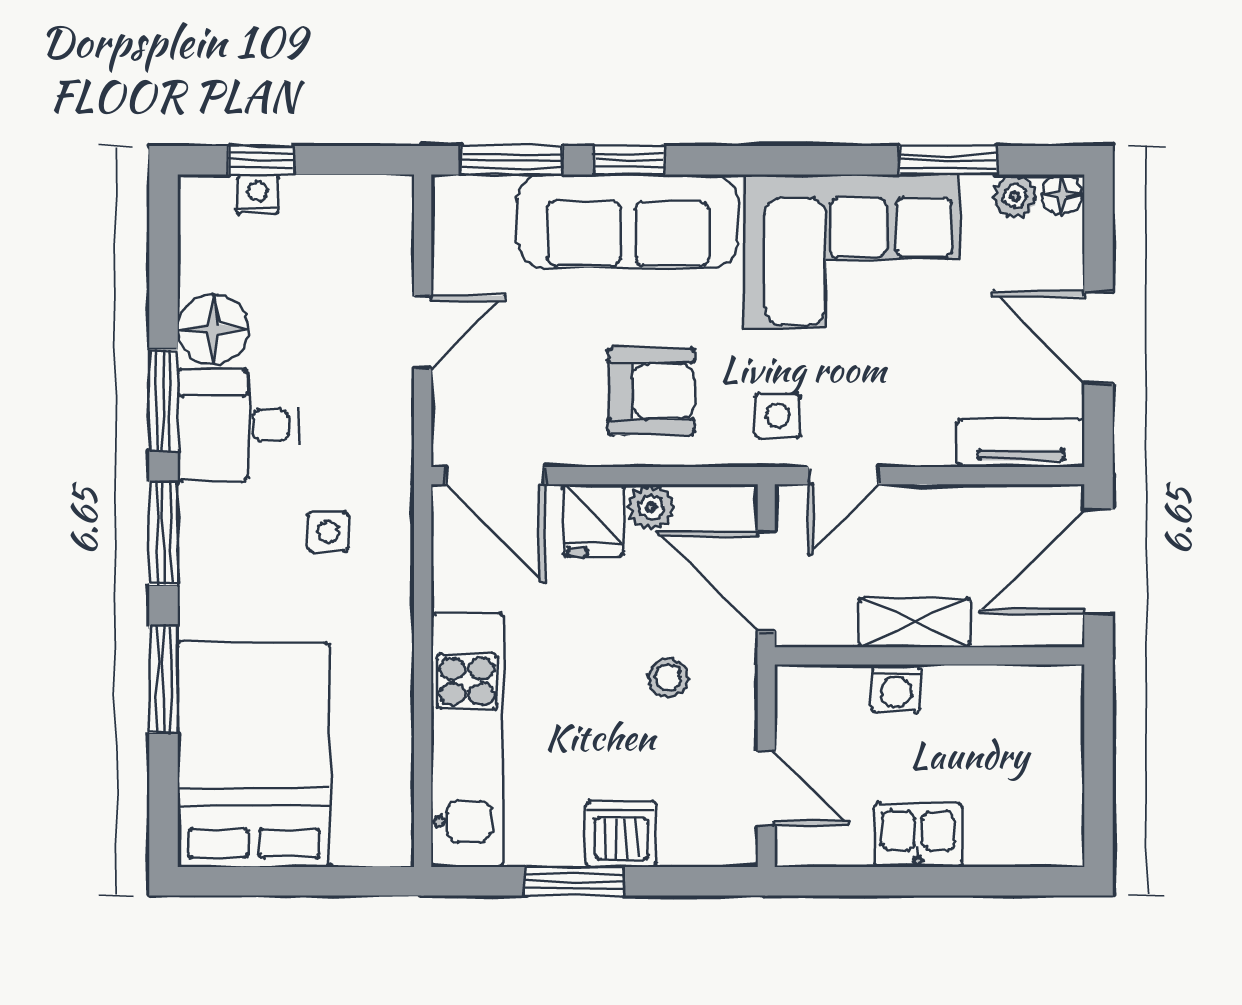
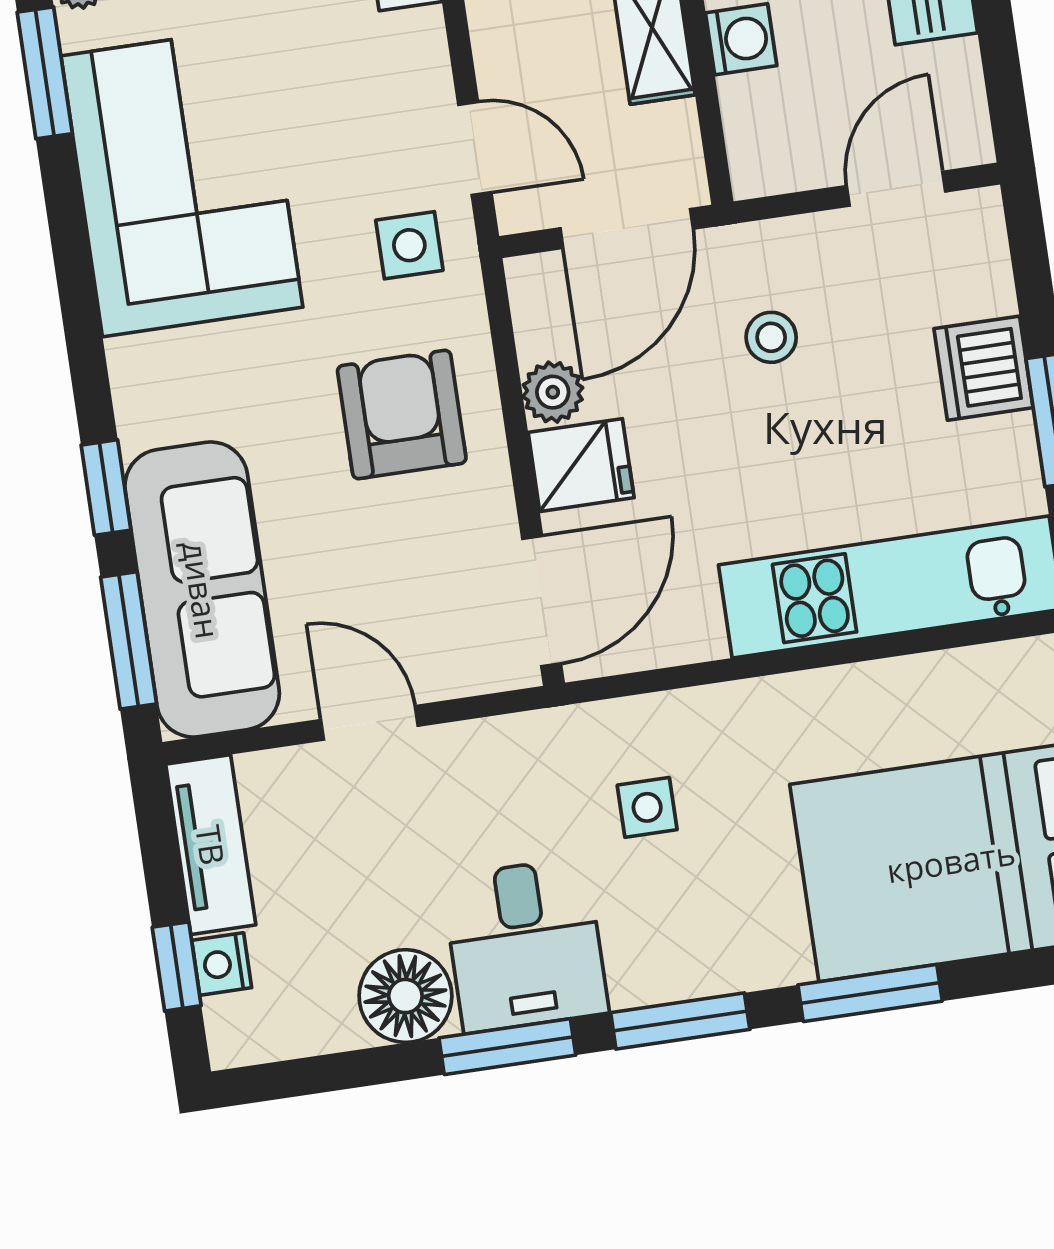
tv unit: (349, 199) -> (211, 845), added
sofa: (628, 221) -> (202, 590), moved

